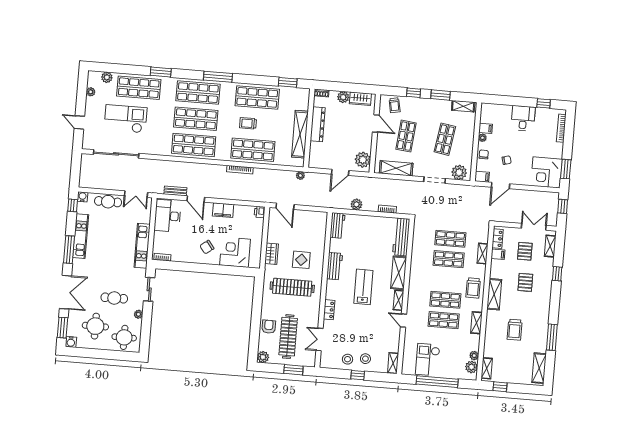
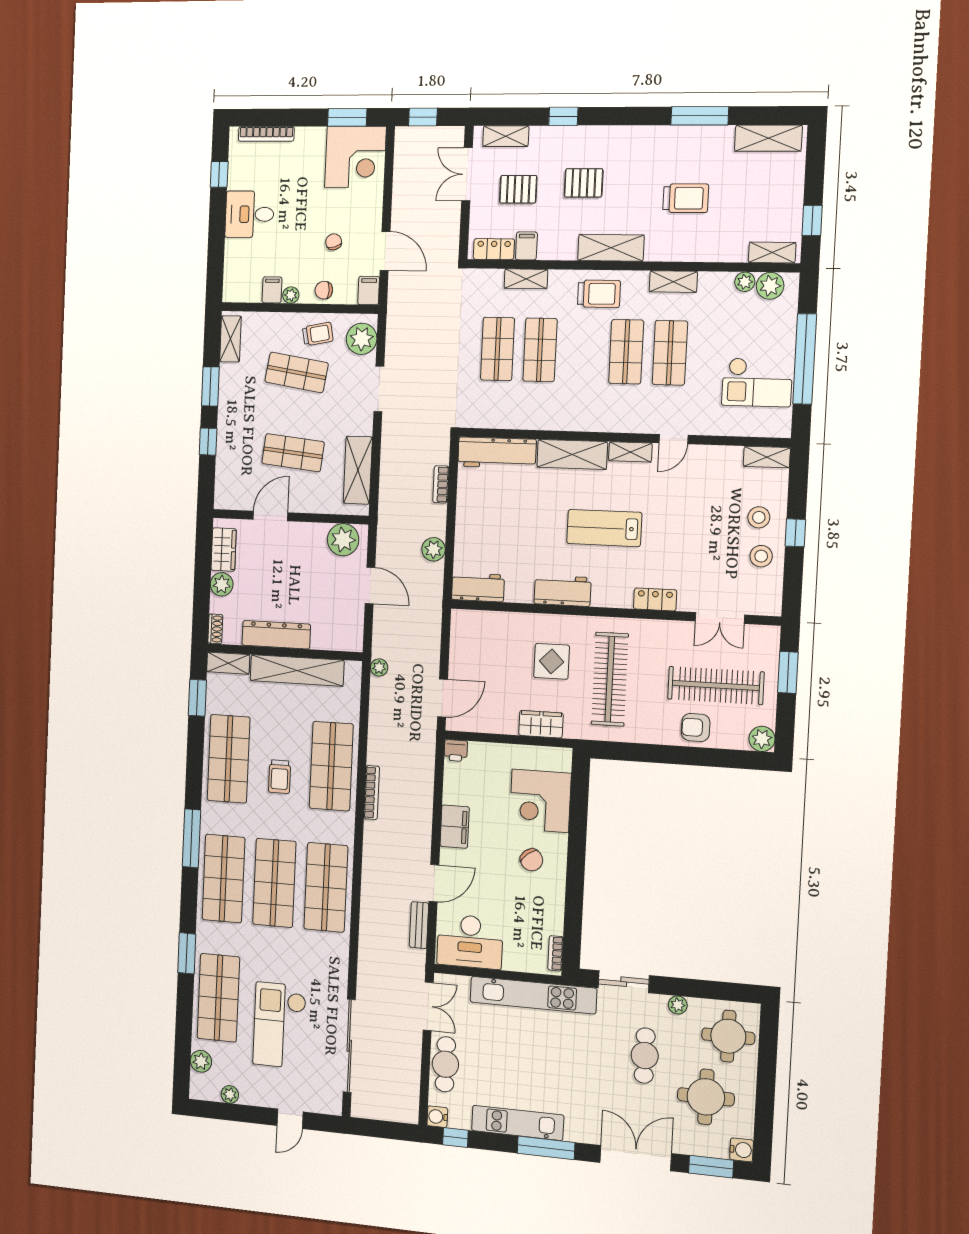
shelving: (304, 99) -> (228, 663), added
trolley: (395, 105) -> (318, 334), moved
kitchen unit: (142, 246) -> (533, 995), width x1.36

